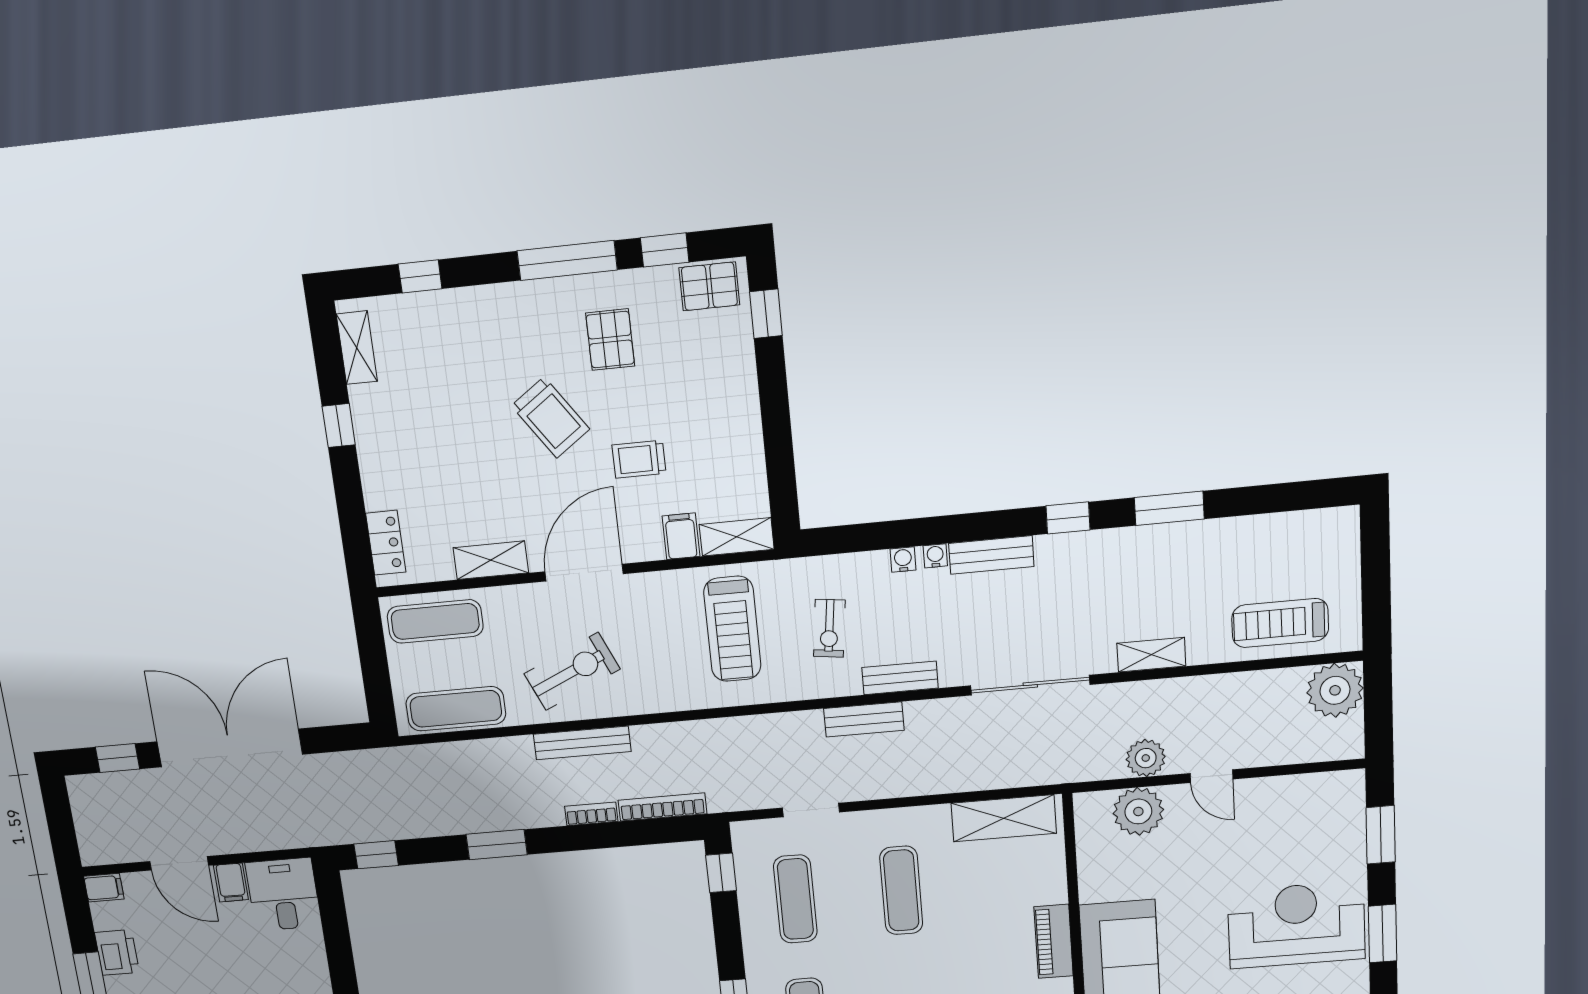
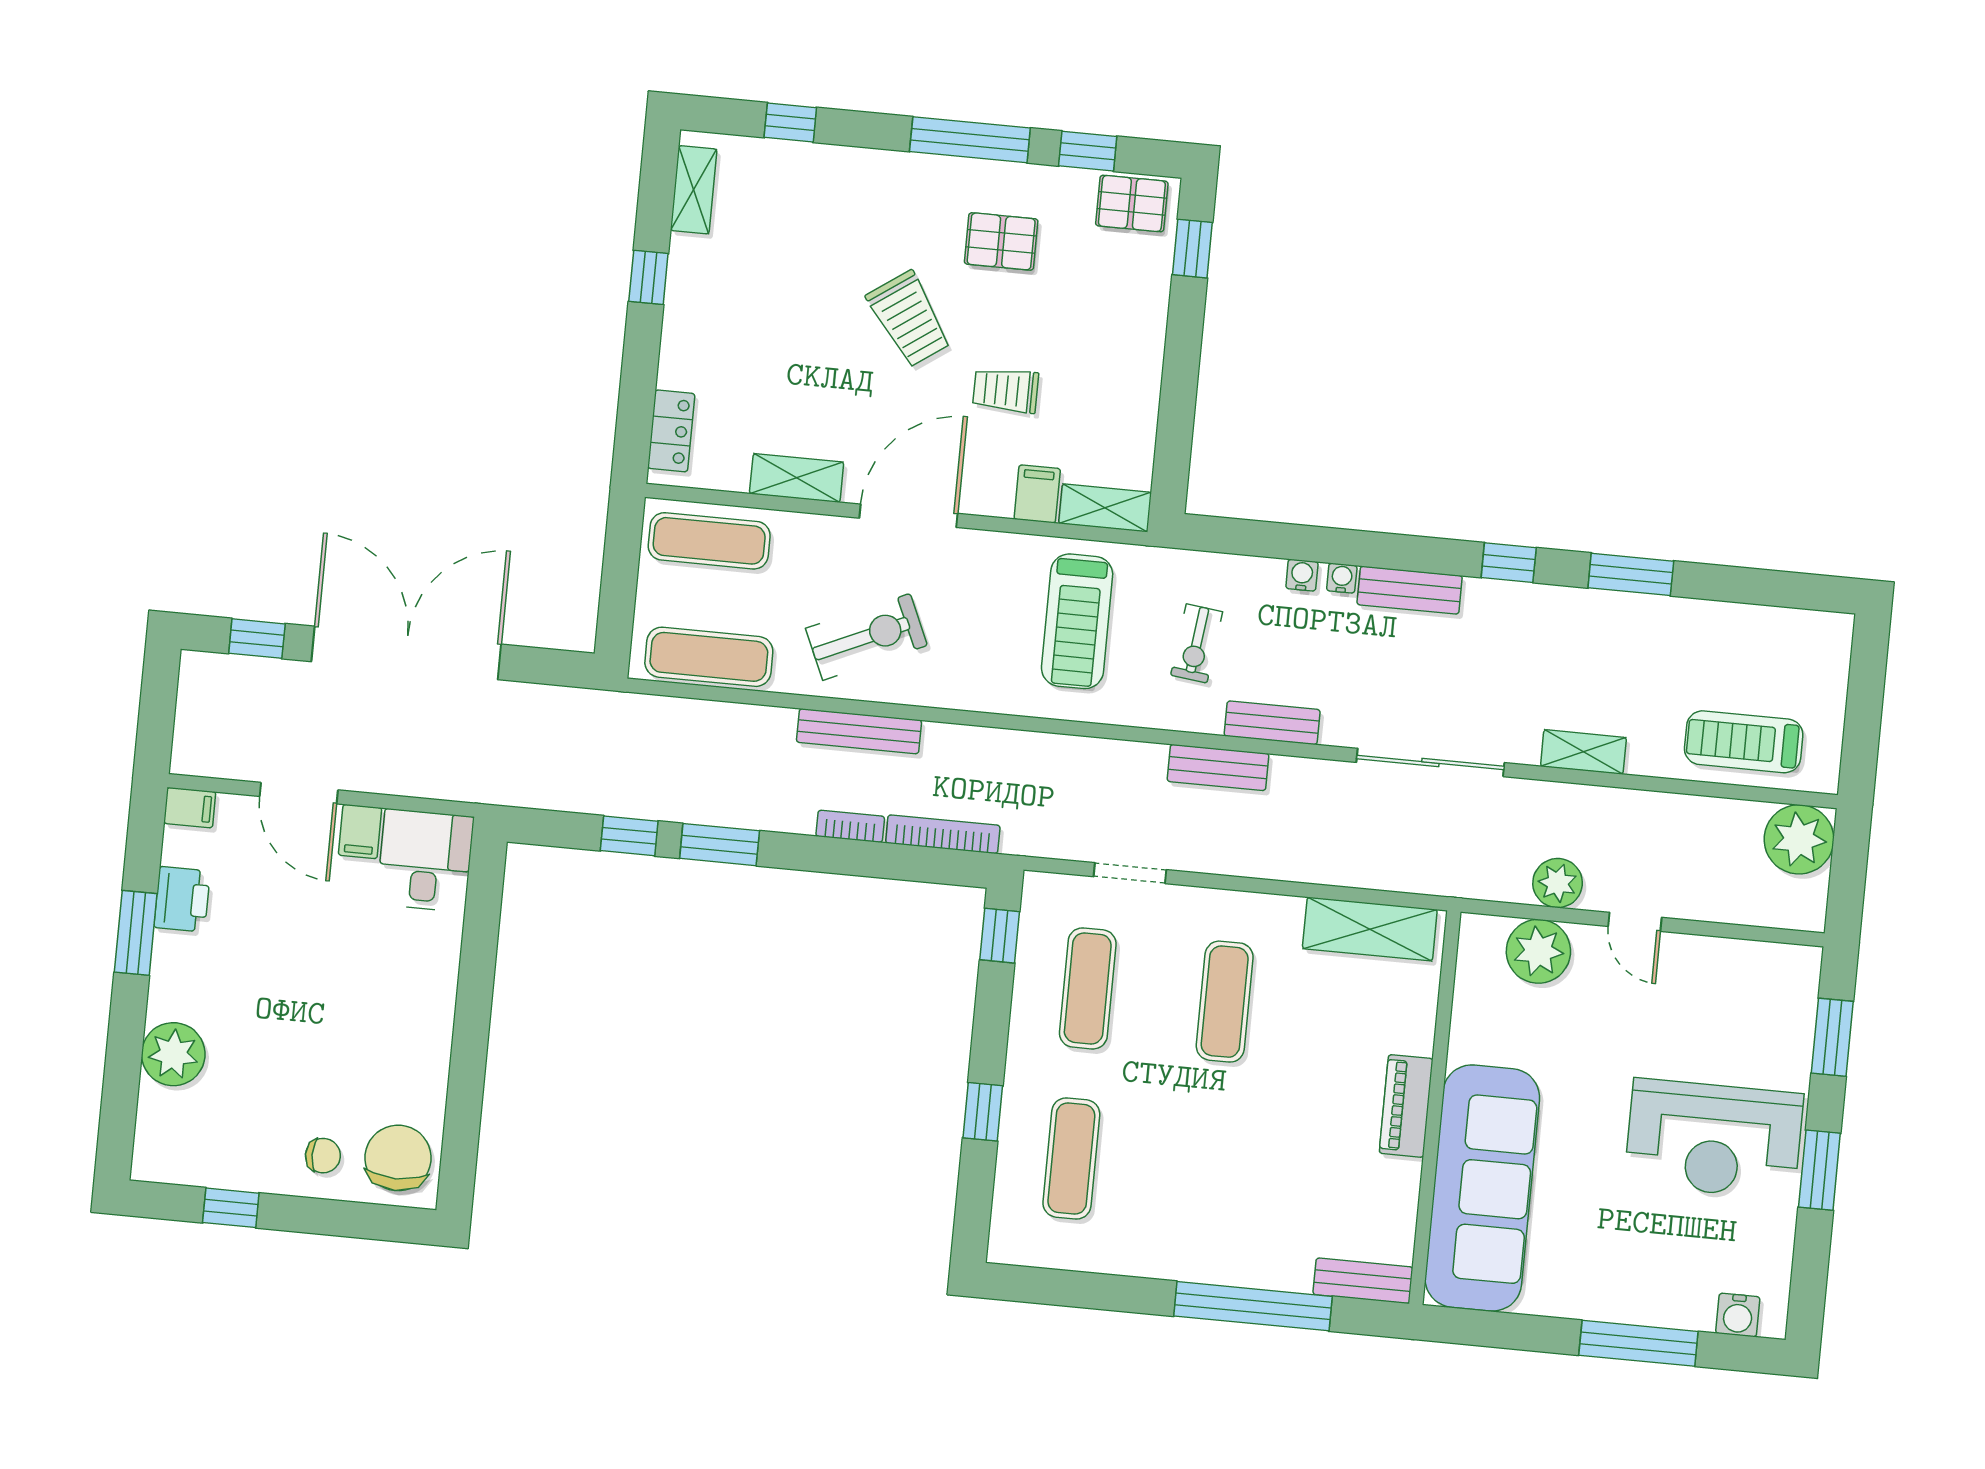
pallet: (610, 340) -> (1001, 241), turned 90
window: (376, 855) -> (629, 836), moved
reception desk: (1296, 925) -> (1714, 1139), turned 180

